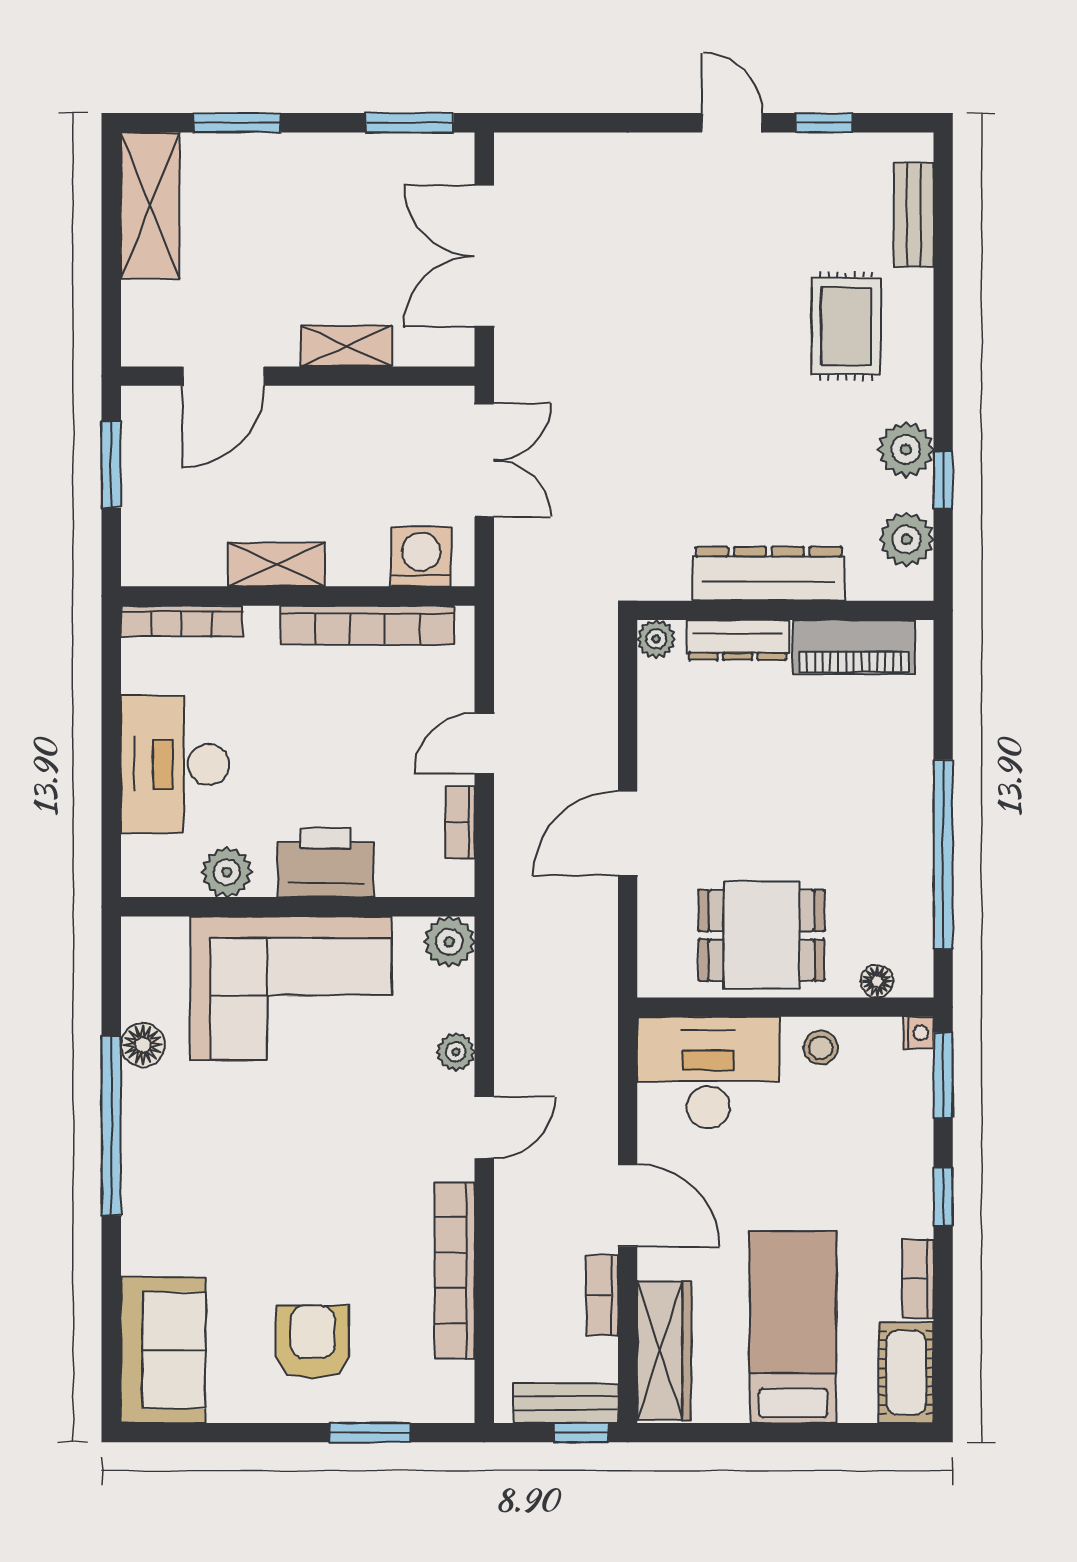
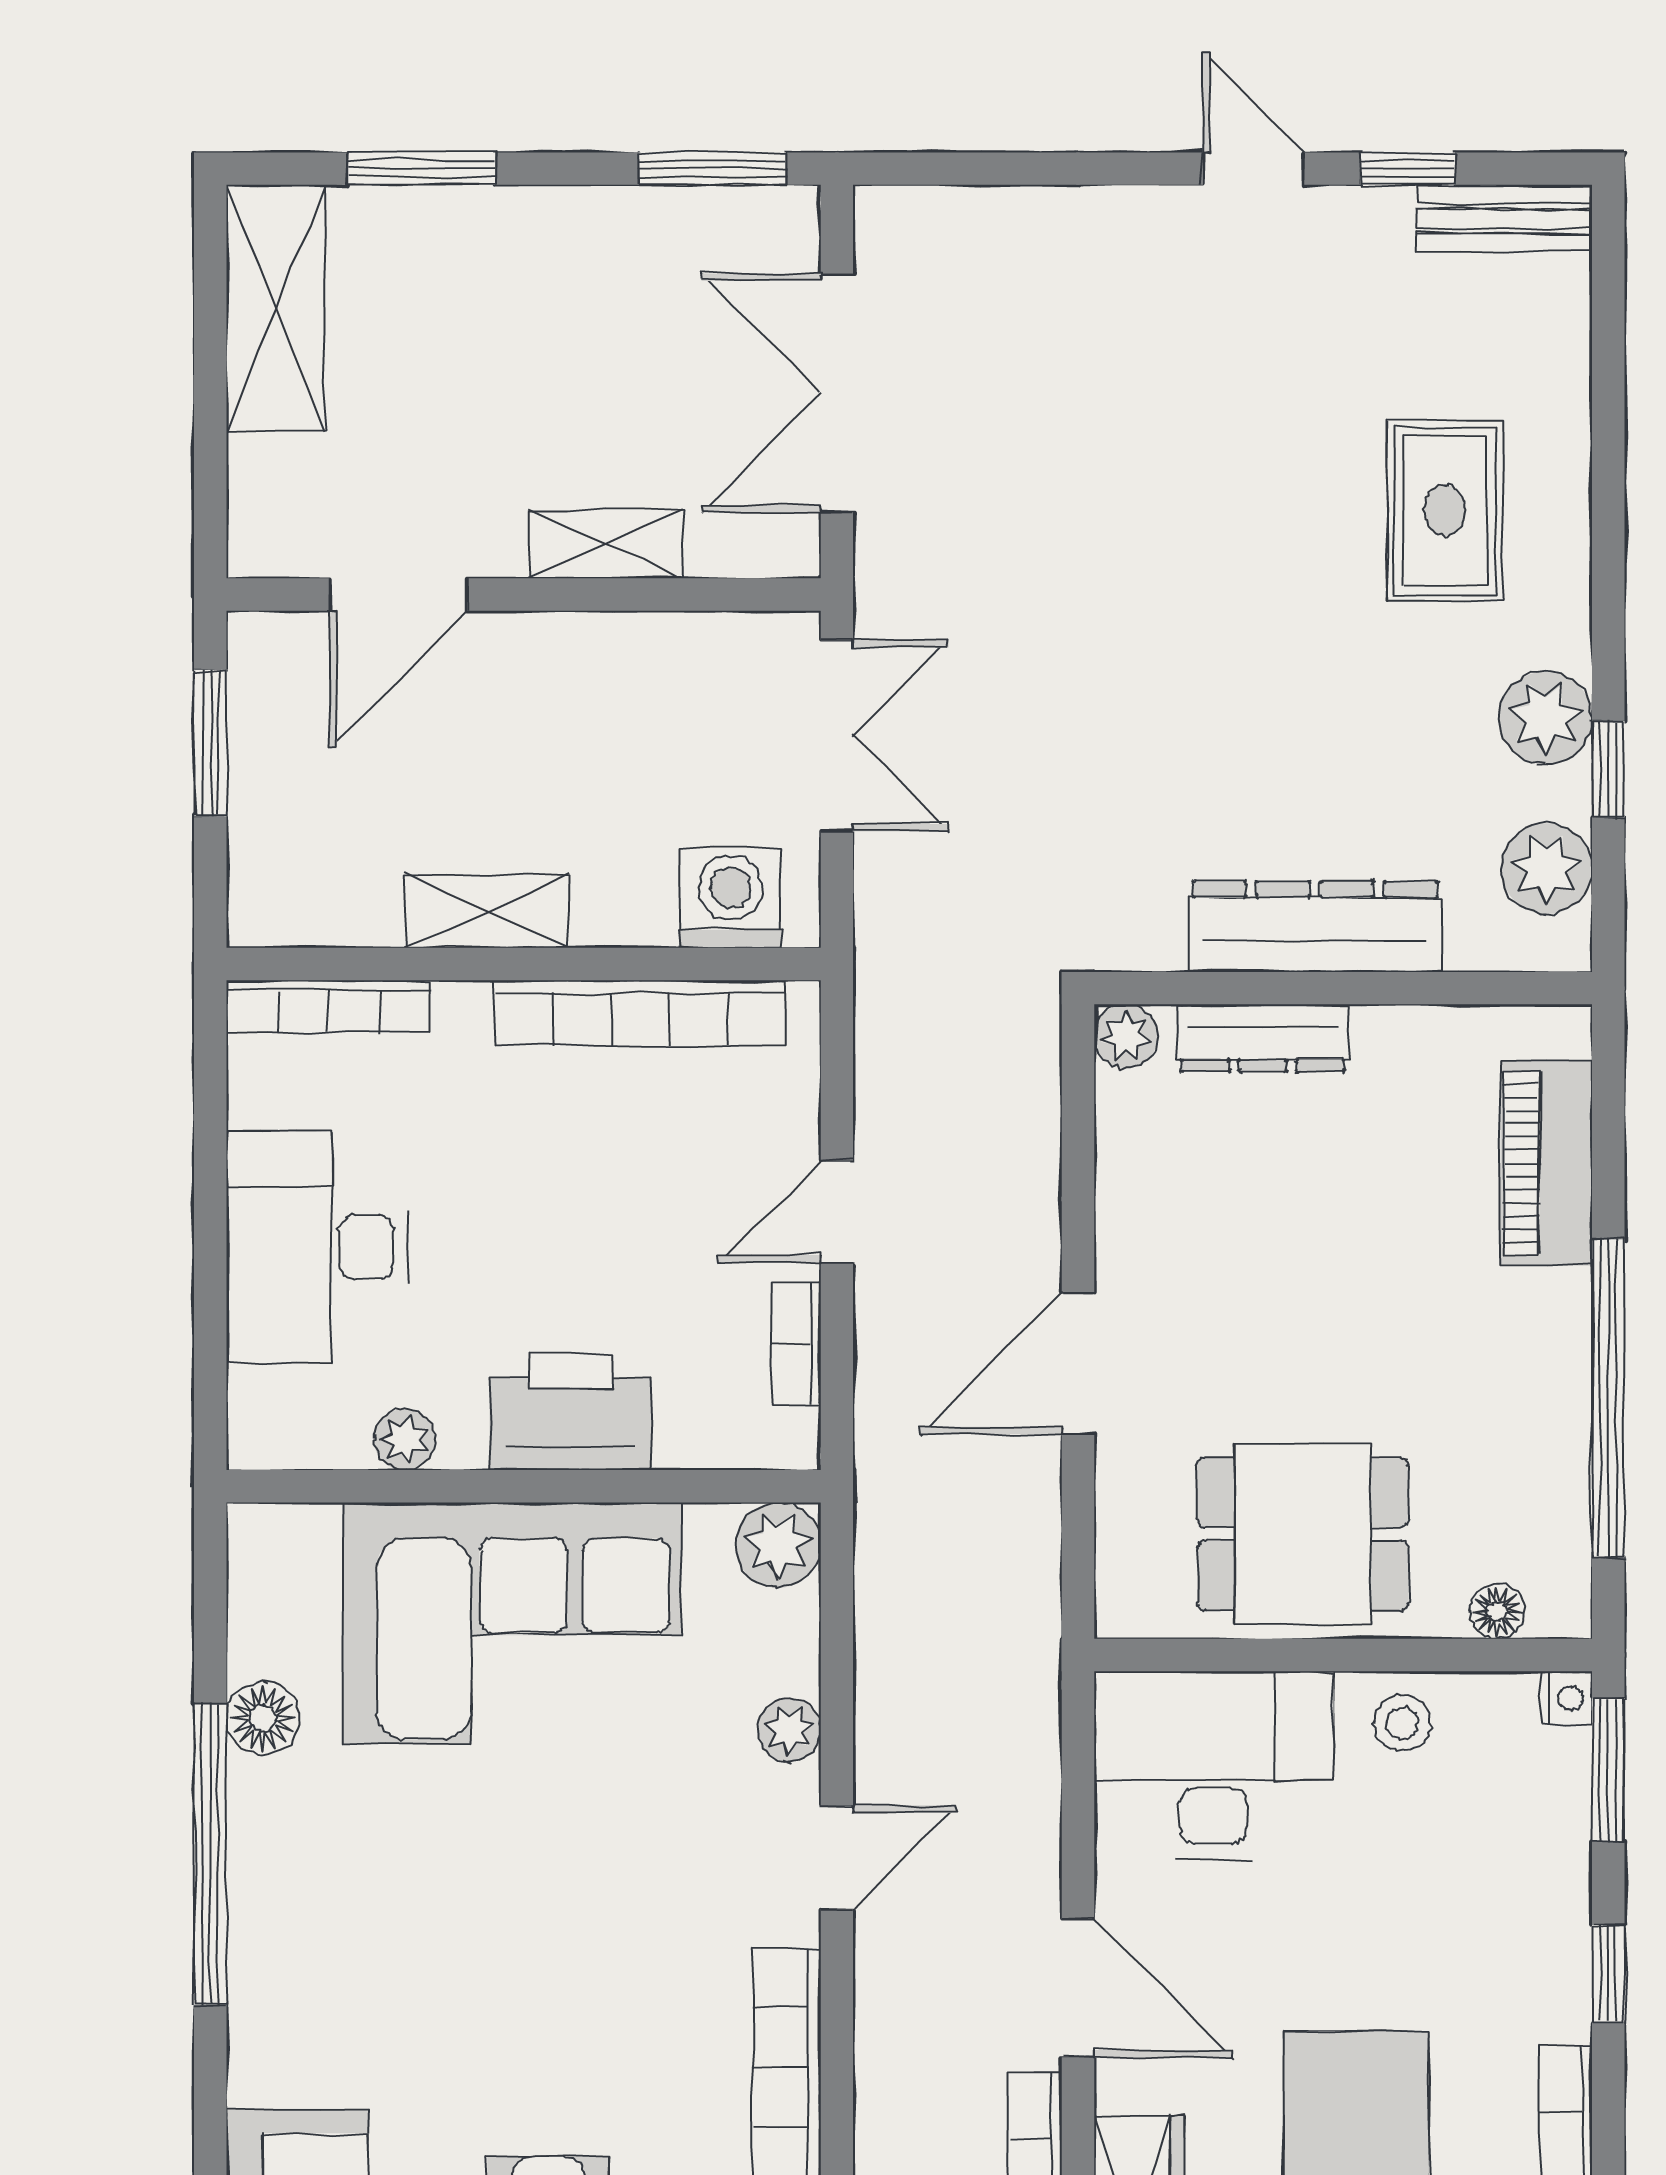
bench: (914, 215) -> (1504, 218), moved, turned 90
piano: (854, 647) -> (1546, 1163), moved, turned 90
plant: (227, 872) -> (404, 1440), width x0.73, depth x0.73

